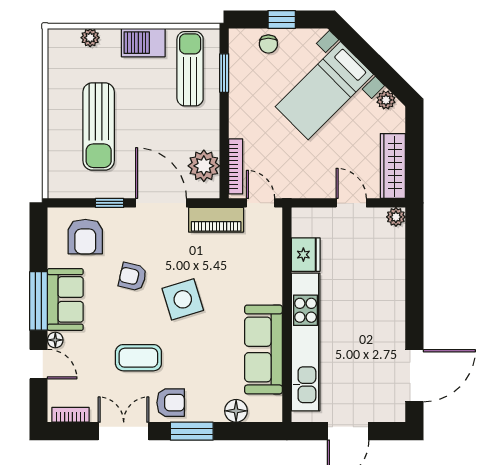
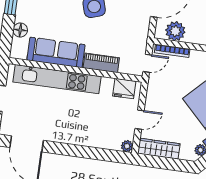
piano: (216, 220) -> (101, 63), moved, turned 90
fridge: (306, 255) -> (124, 89), moved

